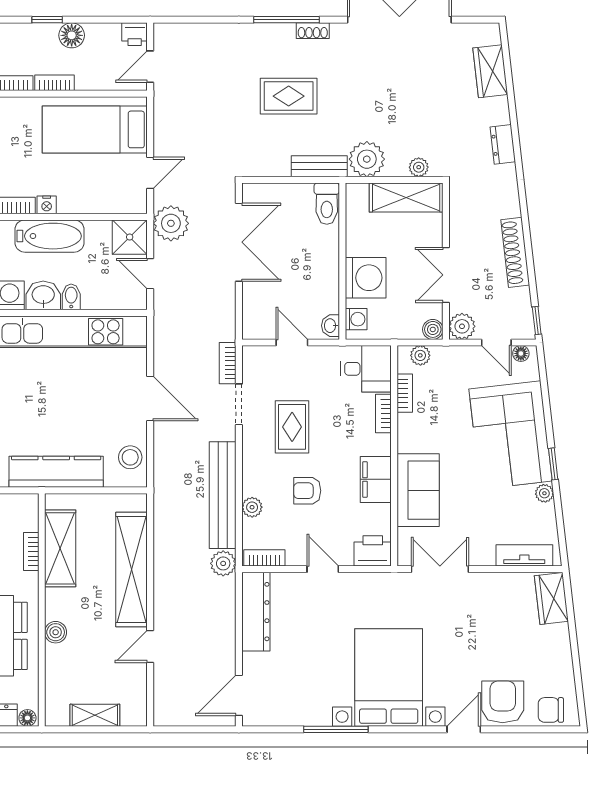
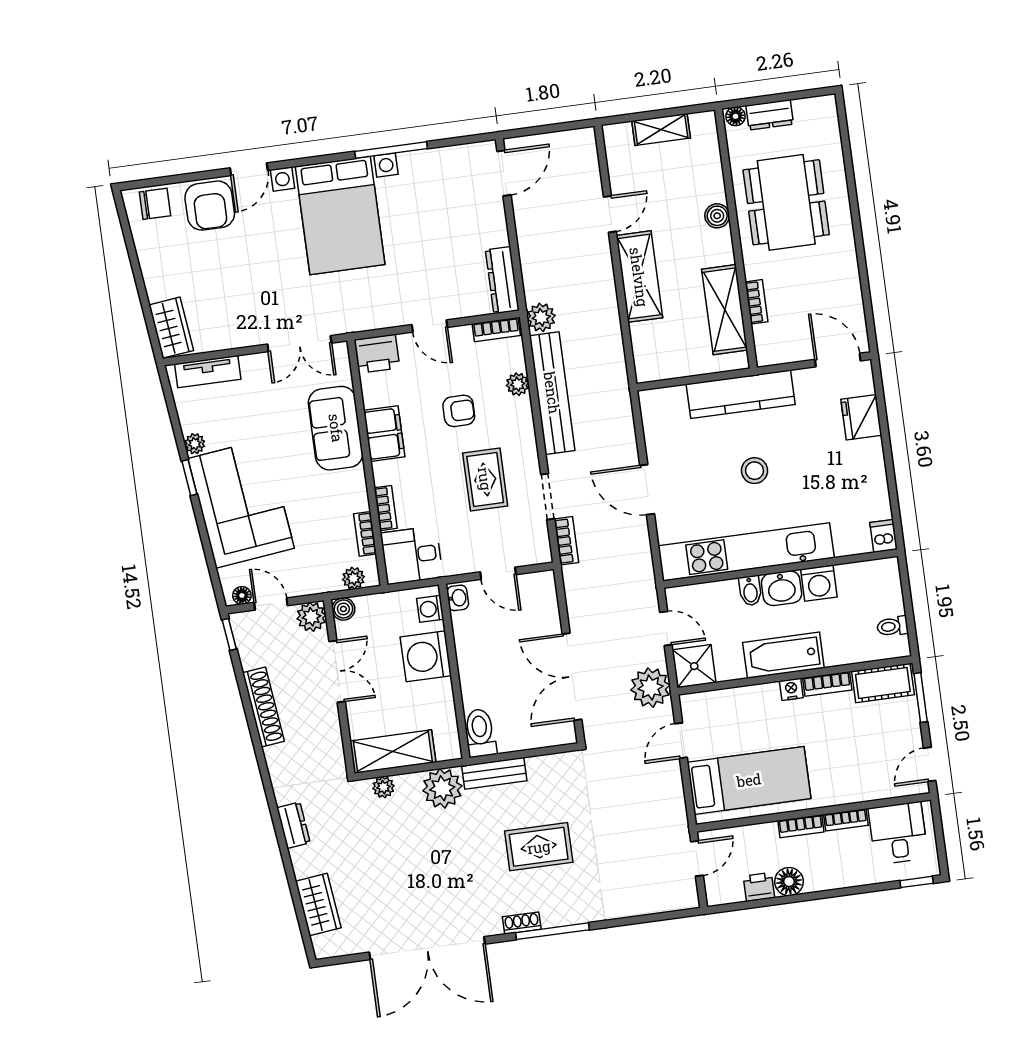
window: (47, 20) -> (818, 895), removed
printer: (135, 34) -> (759, 887), moved
stool: (130, 457) -> (755, 471), moved
shelving: (132, 570) -> (639, 277), width x0.68
dresser: (256, 612) -> (502, 280), width x0.73, depth x0.80

